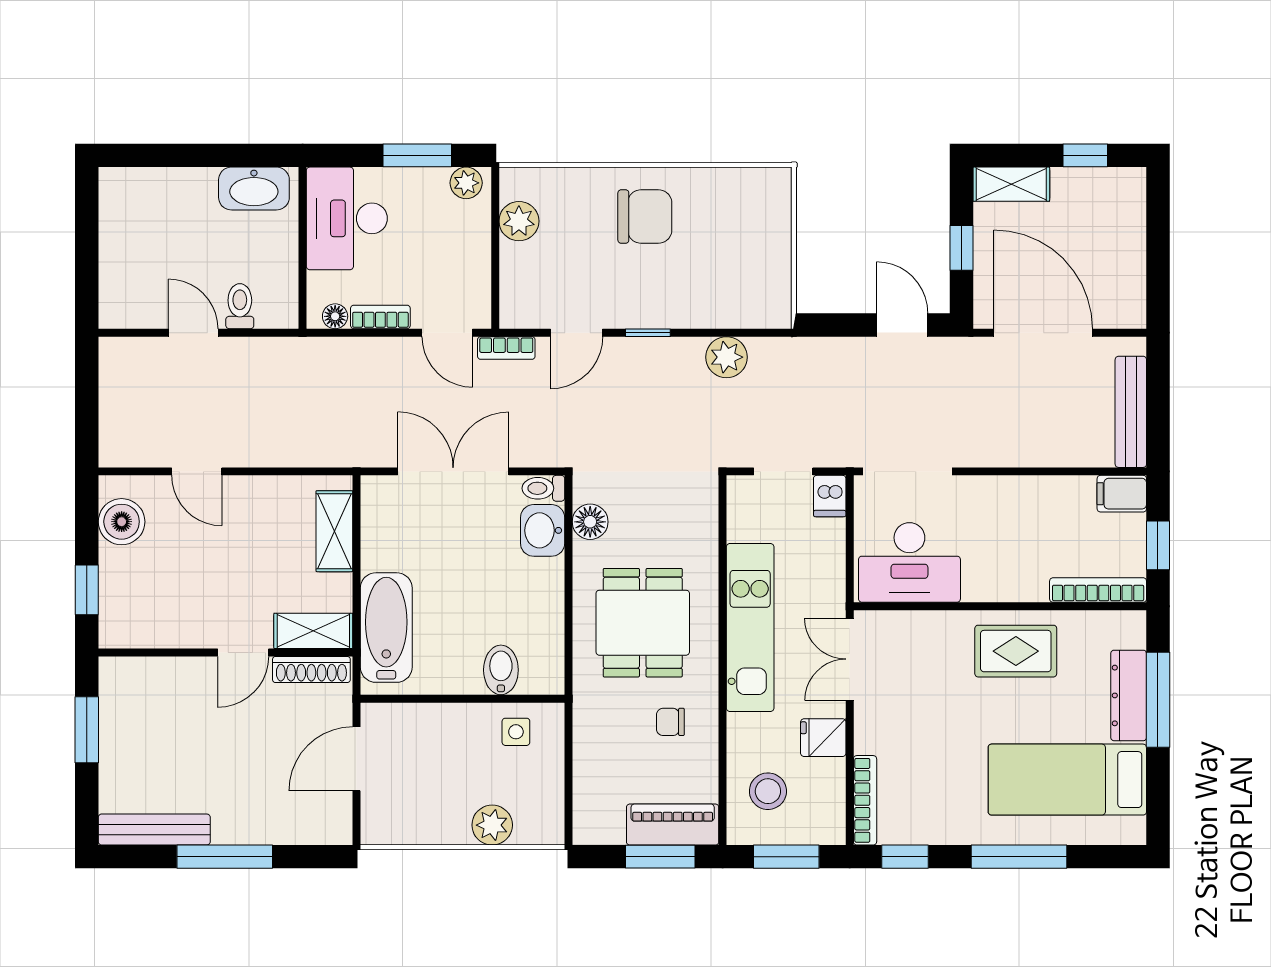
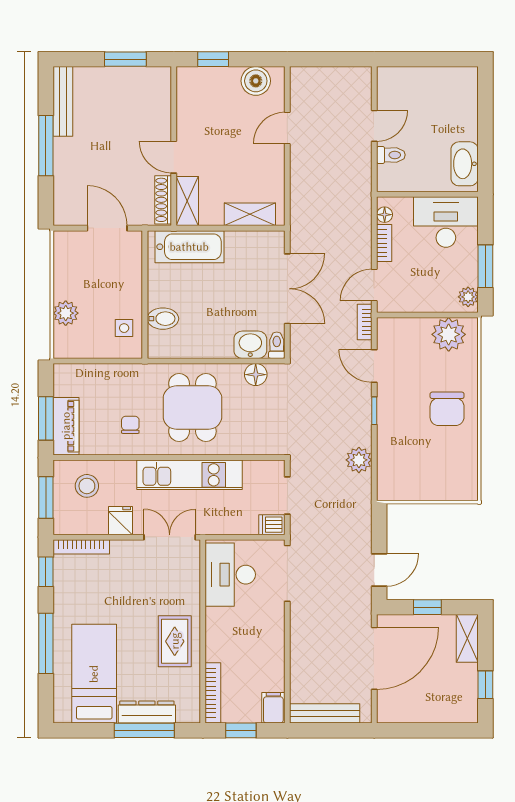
plant: (519, 221) -> (449, 334), width x1.36, depth x1.36
dining table: (643, 623) -> (192, 407), turned 90

